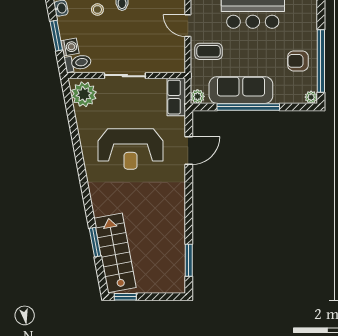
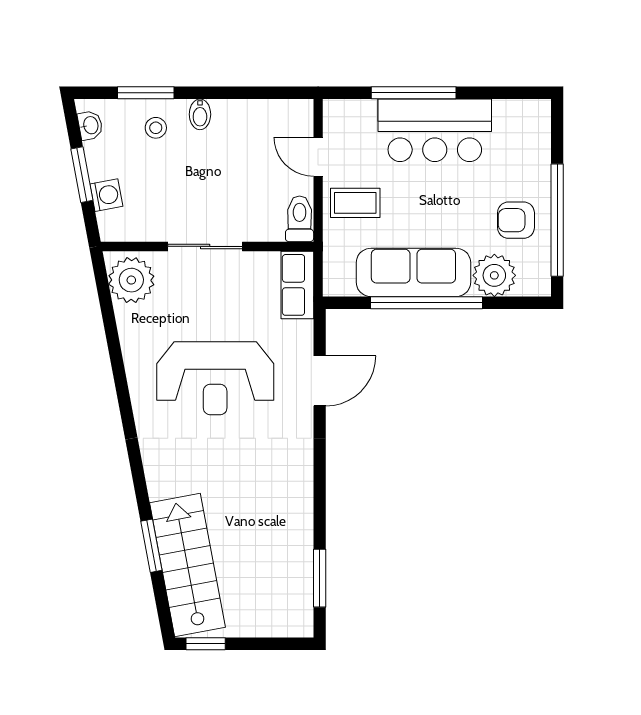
toilet: (78, 63) -> (300, 219), moved, turned -79
plant: (197, 96) -> (335, 284), removed
plant: (311, 97) -> (494, 275), moved, width x1.88, depth x1.88

